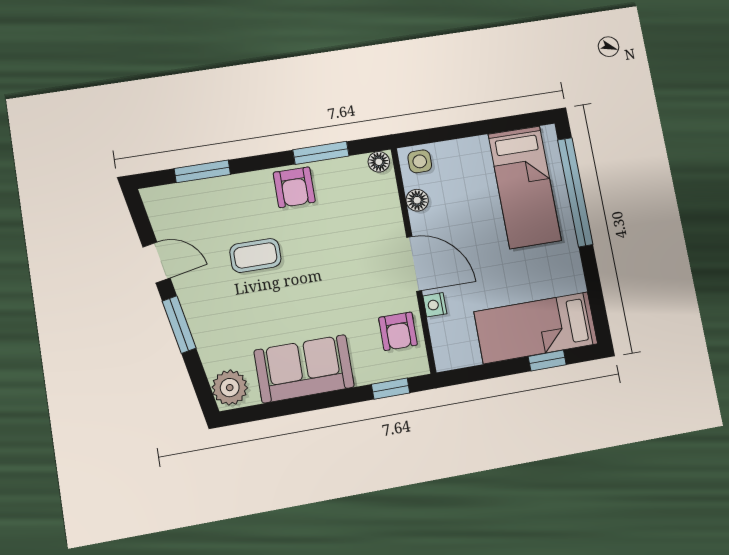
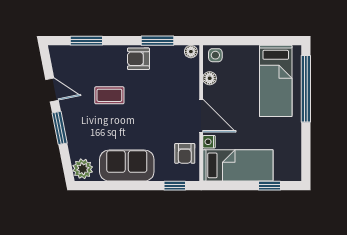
armchair: (294, 187) -> (138, 59), turned 90
bed: (536, 328) -> (238, 165), moved, turned 180

